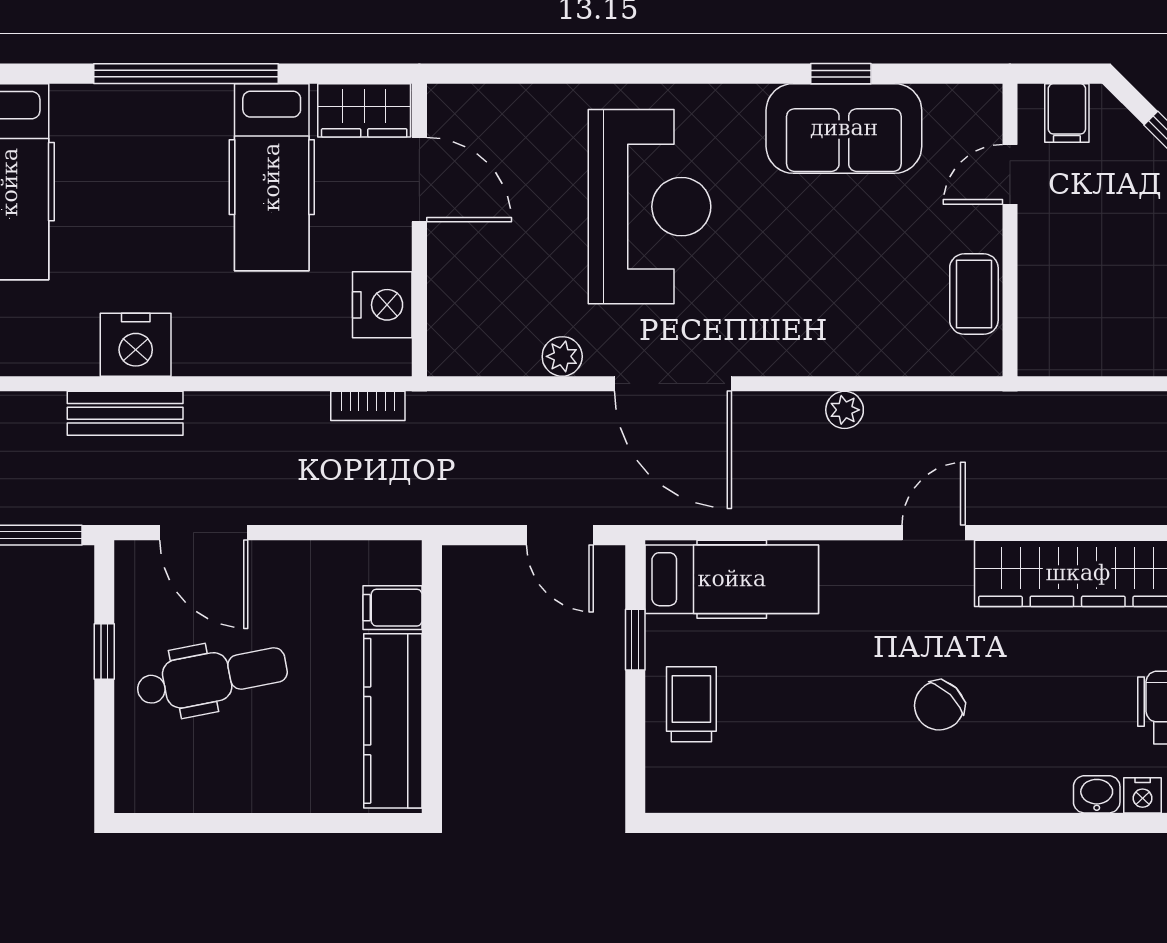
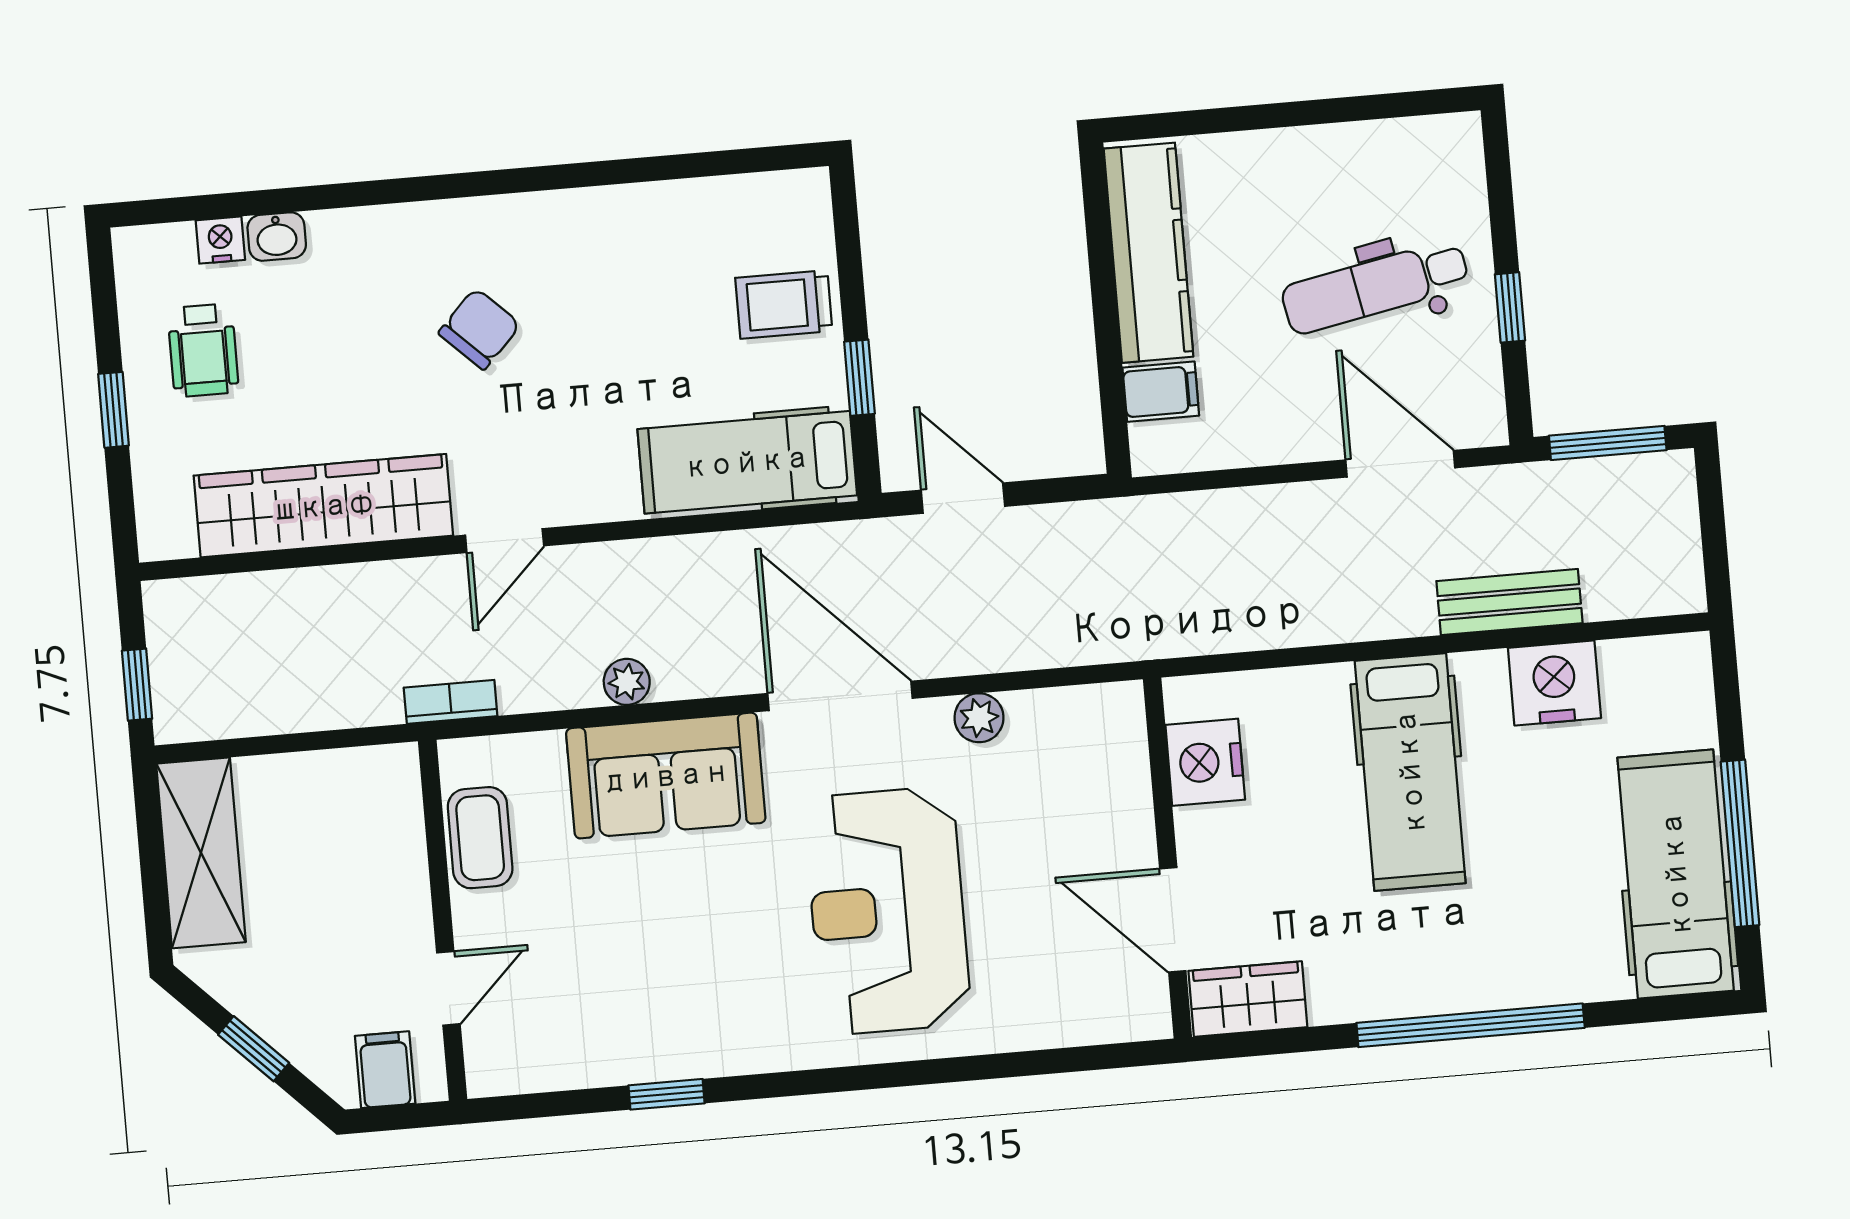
sofa: (844, 128) -> (666, 776), moved, turned 180
hospital bed: (272, 177) -> (1410, 772), moved, turned 180
nightstand: (136, 345) -> (1554, 683), moved
bookcase: (368, 406) -> (451, 702), moved
trolley: (691, 704) -> (784, 304), turned 90

